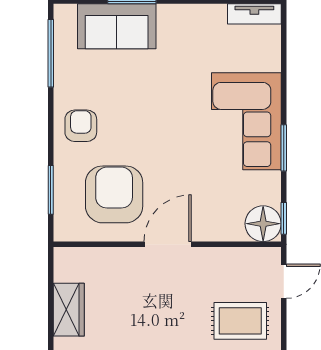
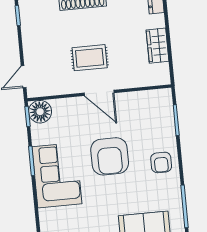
armchair: (114, 194) -> (110, 156), moved
door: (168, 244) -> (99, 93), hinge flipped
rug: (240, 321) -> (90, 58), moved

